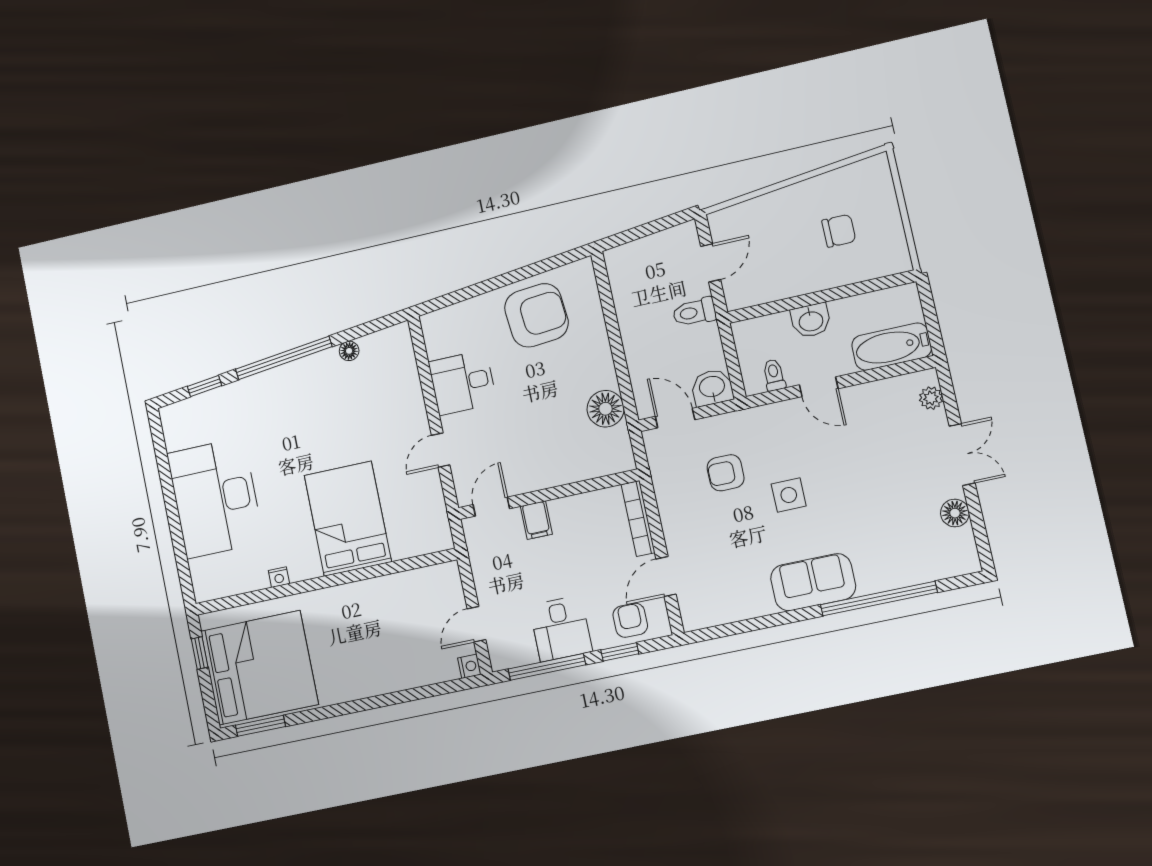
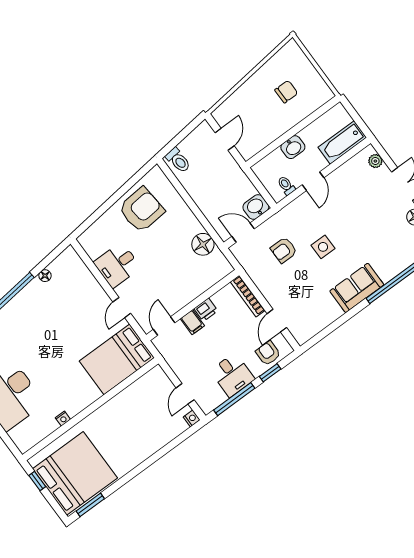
toilet: (694, 312) -> (178, 160), moved, turned -97
door: (819, 387) -> (313, 181), hinge flipped
printer: (565, 511) -> (206, 310), added
bed: (348, 519) -> (117, 359), moved, turned -90

